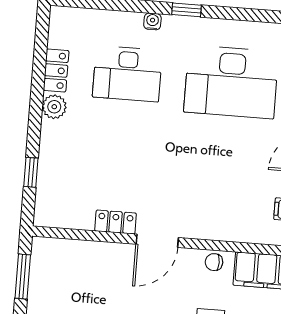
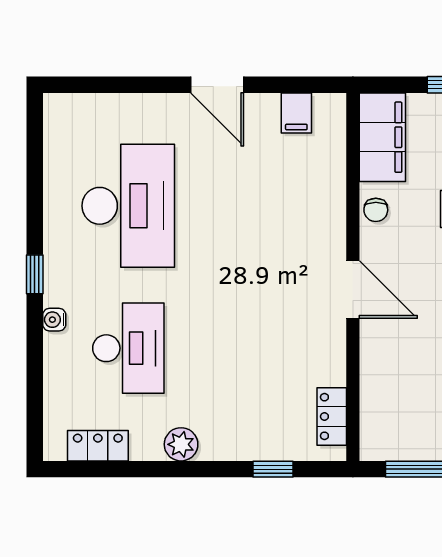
locker: (56, 70) -> (98, 446), moved
locker: (116, 222) -> (332, 416), moved

